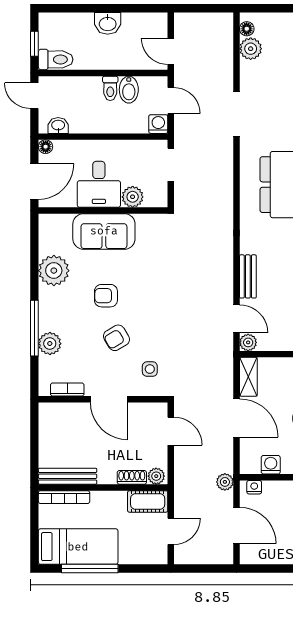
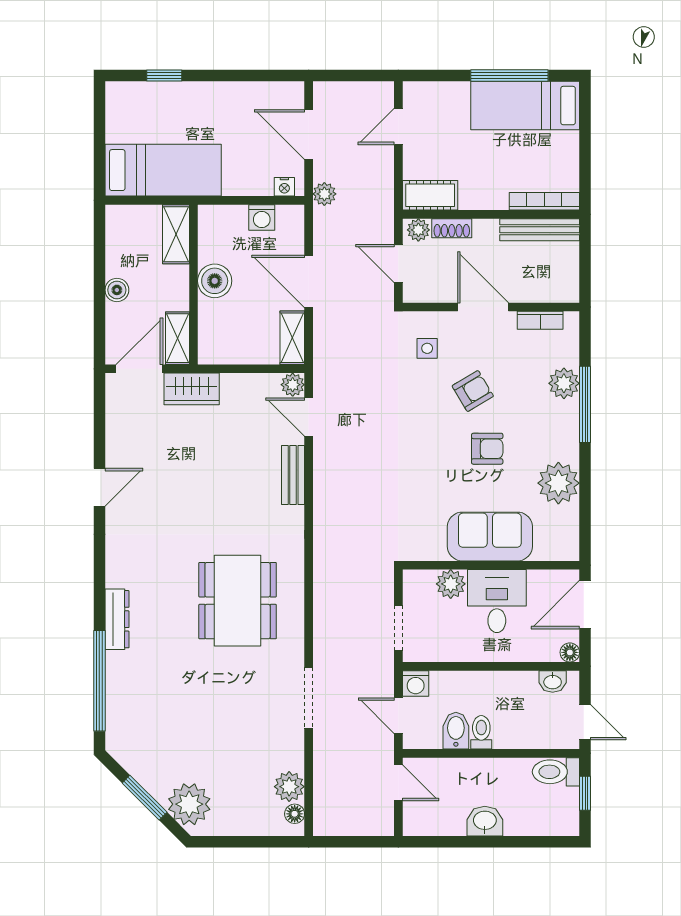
bench: (68, 476) -> (540, 230), moved
plant: (156, 476) -> (418, 230), moved
shoe rack: (132, 477) -> (452, 228), moved
wall: (103, 487) -> (491, 214), moved
bookcase: (64, 497) -> (544, 201), moved
cot: (148, 501) -> (430, 195), moved

